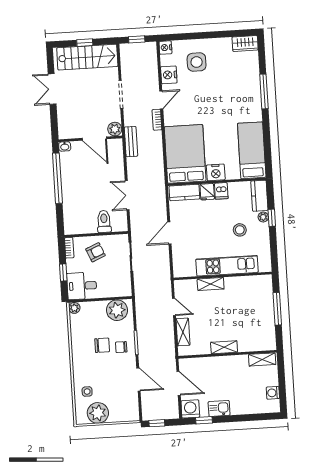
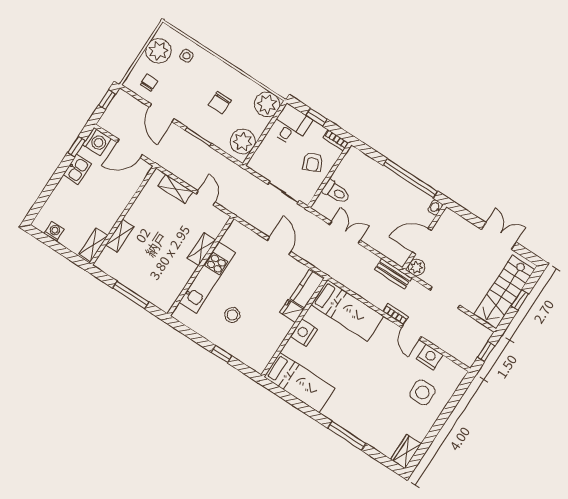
nightstand: (165, 48) -> (458, 373), removed
bed: (185, 154) -> (347, 310), width x0.67
dishwasher: (221, 191) -> (282, 325), removed
kitchen counter: (259, 196) -> (251, 358), removed
plant: (263, 217) -> (228, 346), removed
door: (174, 307) -> (206, 198), swing flipped
plant: (74, 308) -> (267, 104), width x1.87, depth x1.87
chair: (121, 347) -> (149, 83), moved
shelving: (224, 347) -> (120, 236), moved
door: (138, 380) -> (162, 113), hinge flipped

